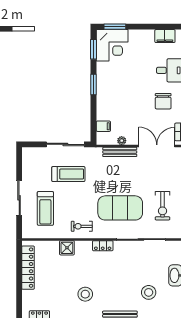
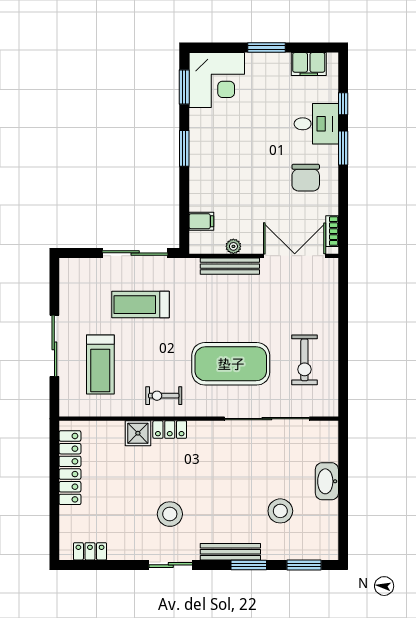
window: (115, 27) -> (266, 48), moved
treadmill: (68, 174) -> (140, 305), turned 180
locker: (103, 246) -> (170, 430), moved

